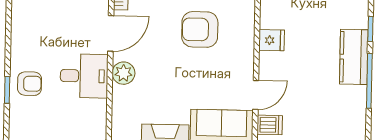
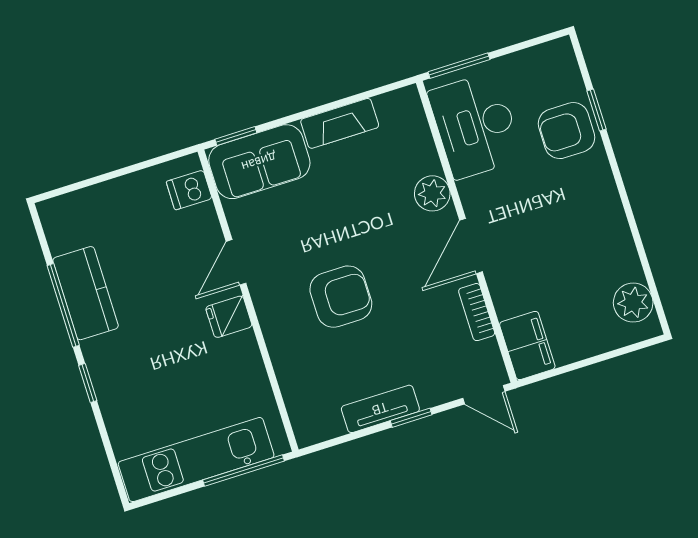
kitchen counter: (354, 57) -> (86, 293), moved
desk: (84, 76) -> (475, 125), moved, width x1.37
armchair: (30, 84) -> (566, 131), width x1.38, depth x1.38
door: (256, 95) -> (236, 262), moved

